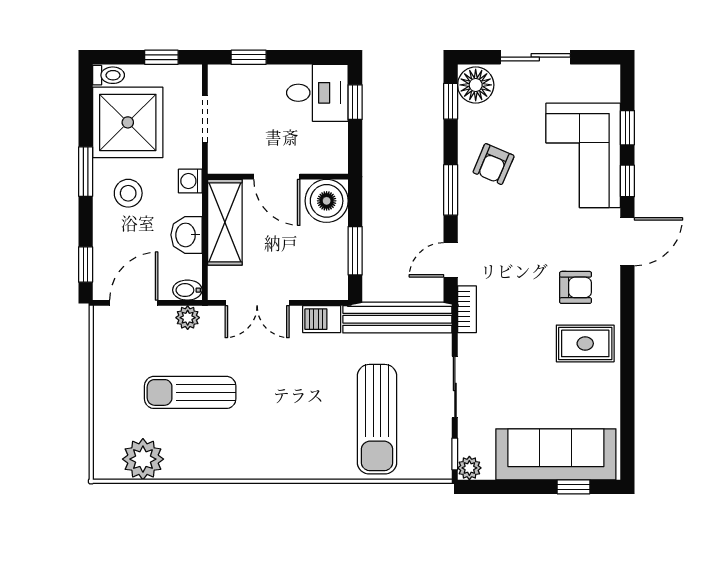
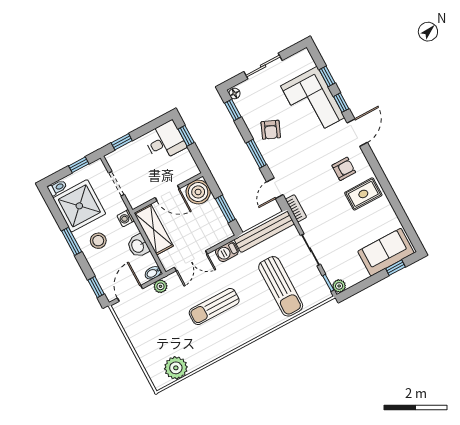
floor lamp: (476, 85) -> (235, 93), width x0.53, depth x0.53
sun lounger: (190, 392) -> (214, 307), moved
sofa: (556, 454) -> (386, 252), width x0.73

